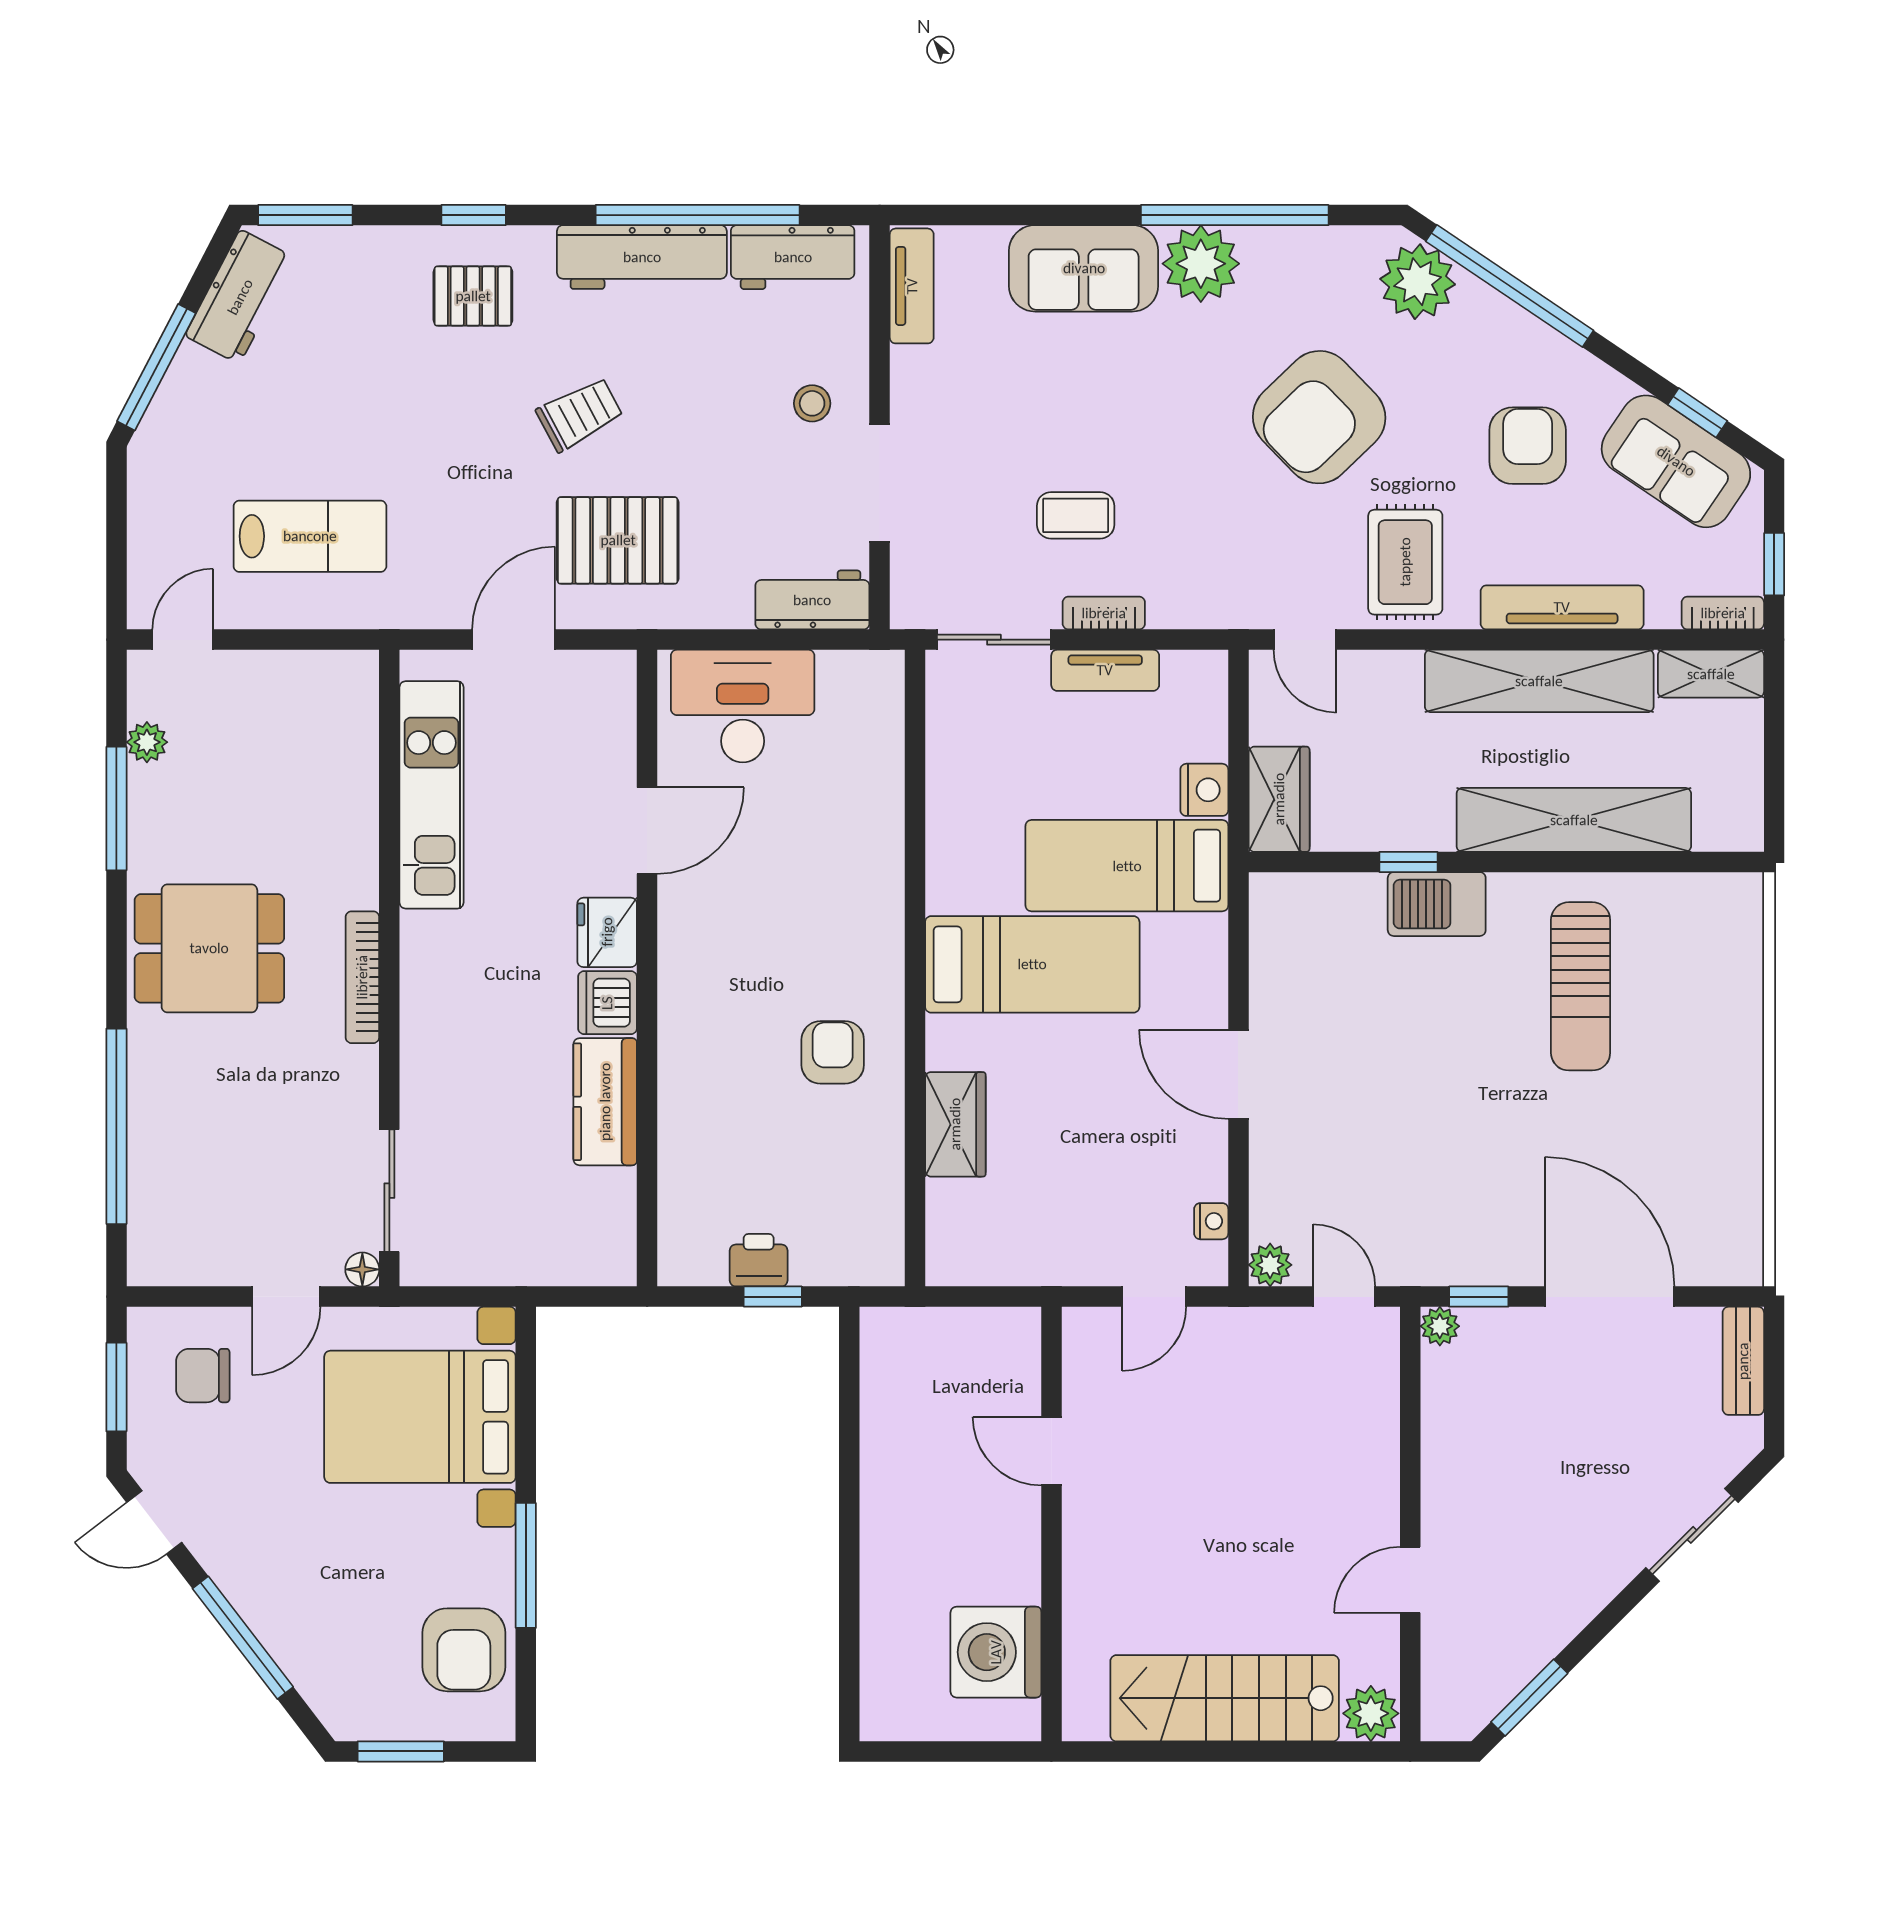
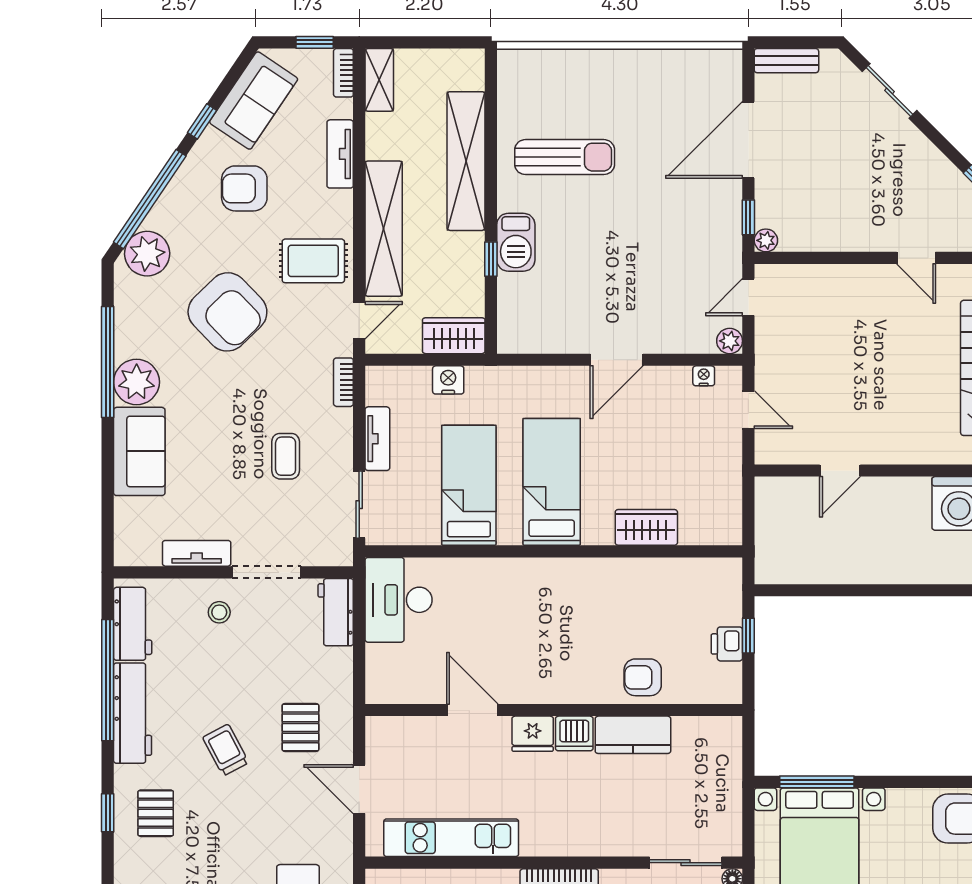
tv unit: (912, 286) -> (197, 553), moved
window: (1698, 413) -> (202, 121), moved
pallet: (618, 540) -> (300, 727), width x0.67, depth x0.71
tv unit: (1562, 607) -> (340, 154), width x0.71
bookcase: (1104, 613) -> (343, 382), moved
shelving: (1539, 681) -> (384, 229), moved
desk: (743, 706) -> (399, 600), moved
bed: (1127, 866) -> (469, 485), moved, turned 180
armchair: (833, 1052) -> (643, 677), moved
window: (526, 1565) -> (817, 782), moved

